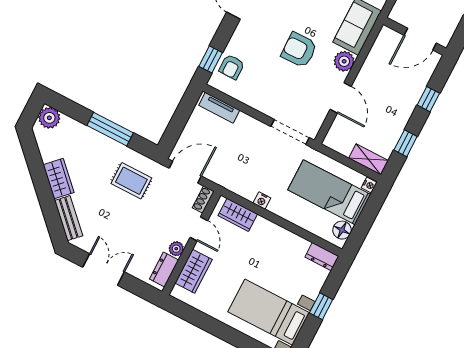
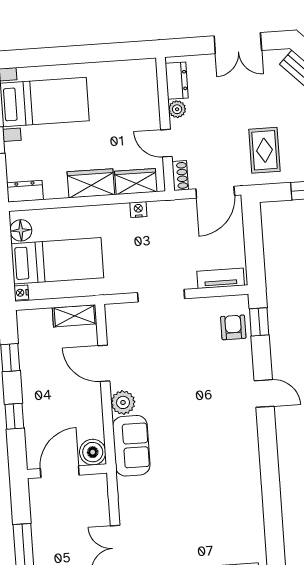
boiler: (388, 39) -> (93, 452), added
armchair: (299, 50) -> (175, 386), removed
doorway: (290, 132) -> (161, 296), moved
shelving: (368, 159) -> (75, 316), moved
rug: (131, 181) -> (264, 150), turned 90
nightstand: (262, 201) -> (138, 210), moved
wardrobe: (194, 271) -> (91, 183), moved, turned 90

